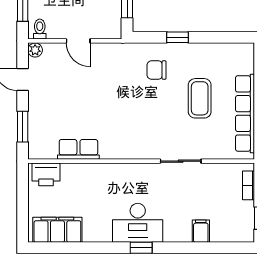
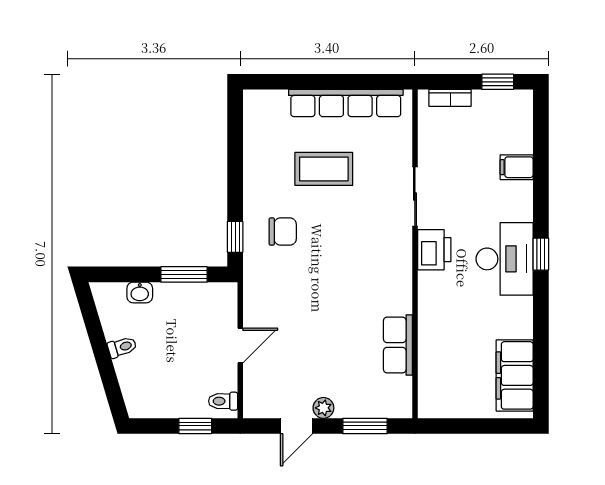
window: (178, 37) -> (235, 237), moved
plant: (35, 50) -> (323, 408), moved
chair: (157, 70) -> (283, 232), turned -90
printer: (46, 174) -> (434, 250), moved

